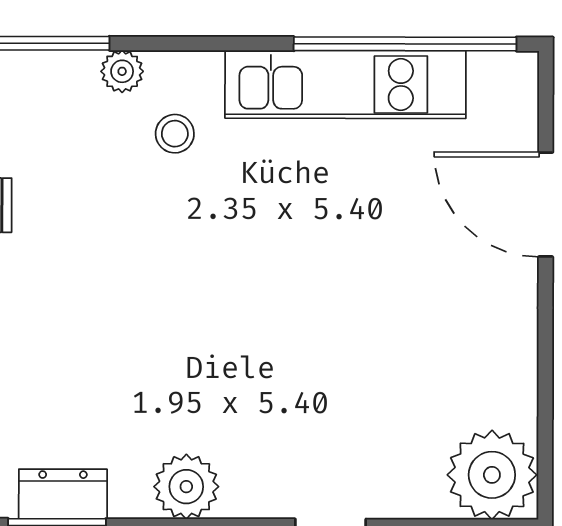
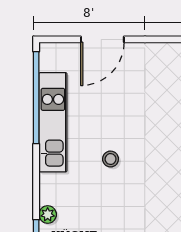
stool: (175, 134) -> (111, 159), moved

